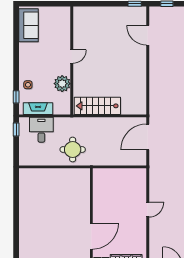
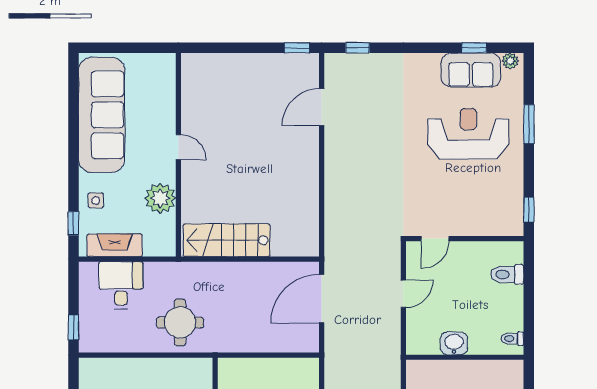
sofa: (28, 25) -> (102, 115), width x1.85, depth x1.27
door: (148, 35) -> (322, 107), hinge flipped
door: (72, 56) -> (178, 147), hinge flipped
window: (16, 129) -> (73, 328), moved

